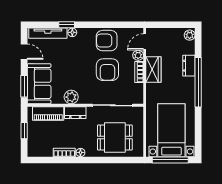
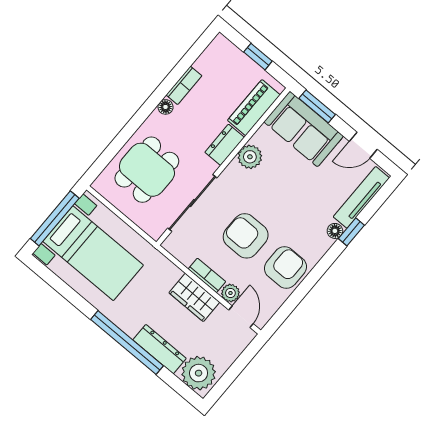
plant: (190, 35) -> (199, 373), width x1.87, depth x1.87
dresser: (189, 66) -> (160, 349), width x1.44

